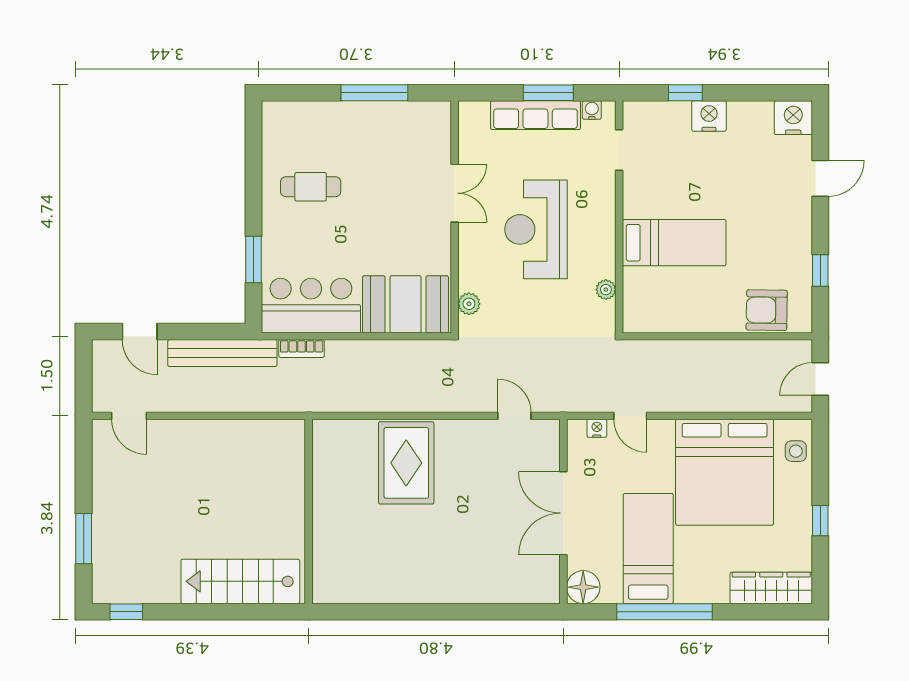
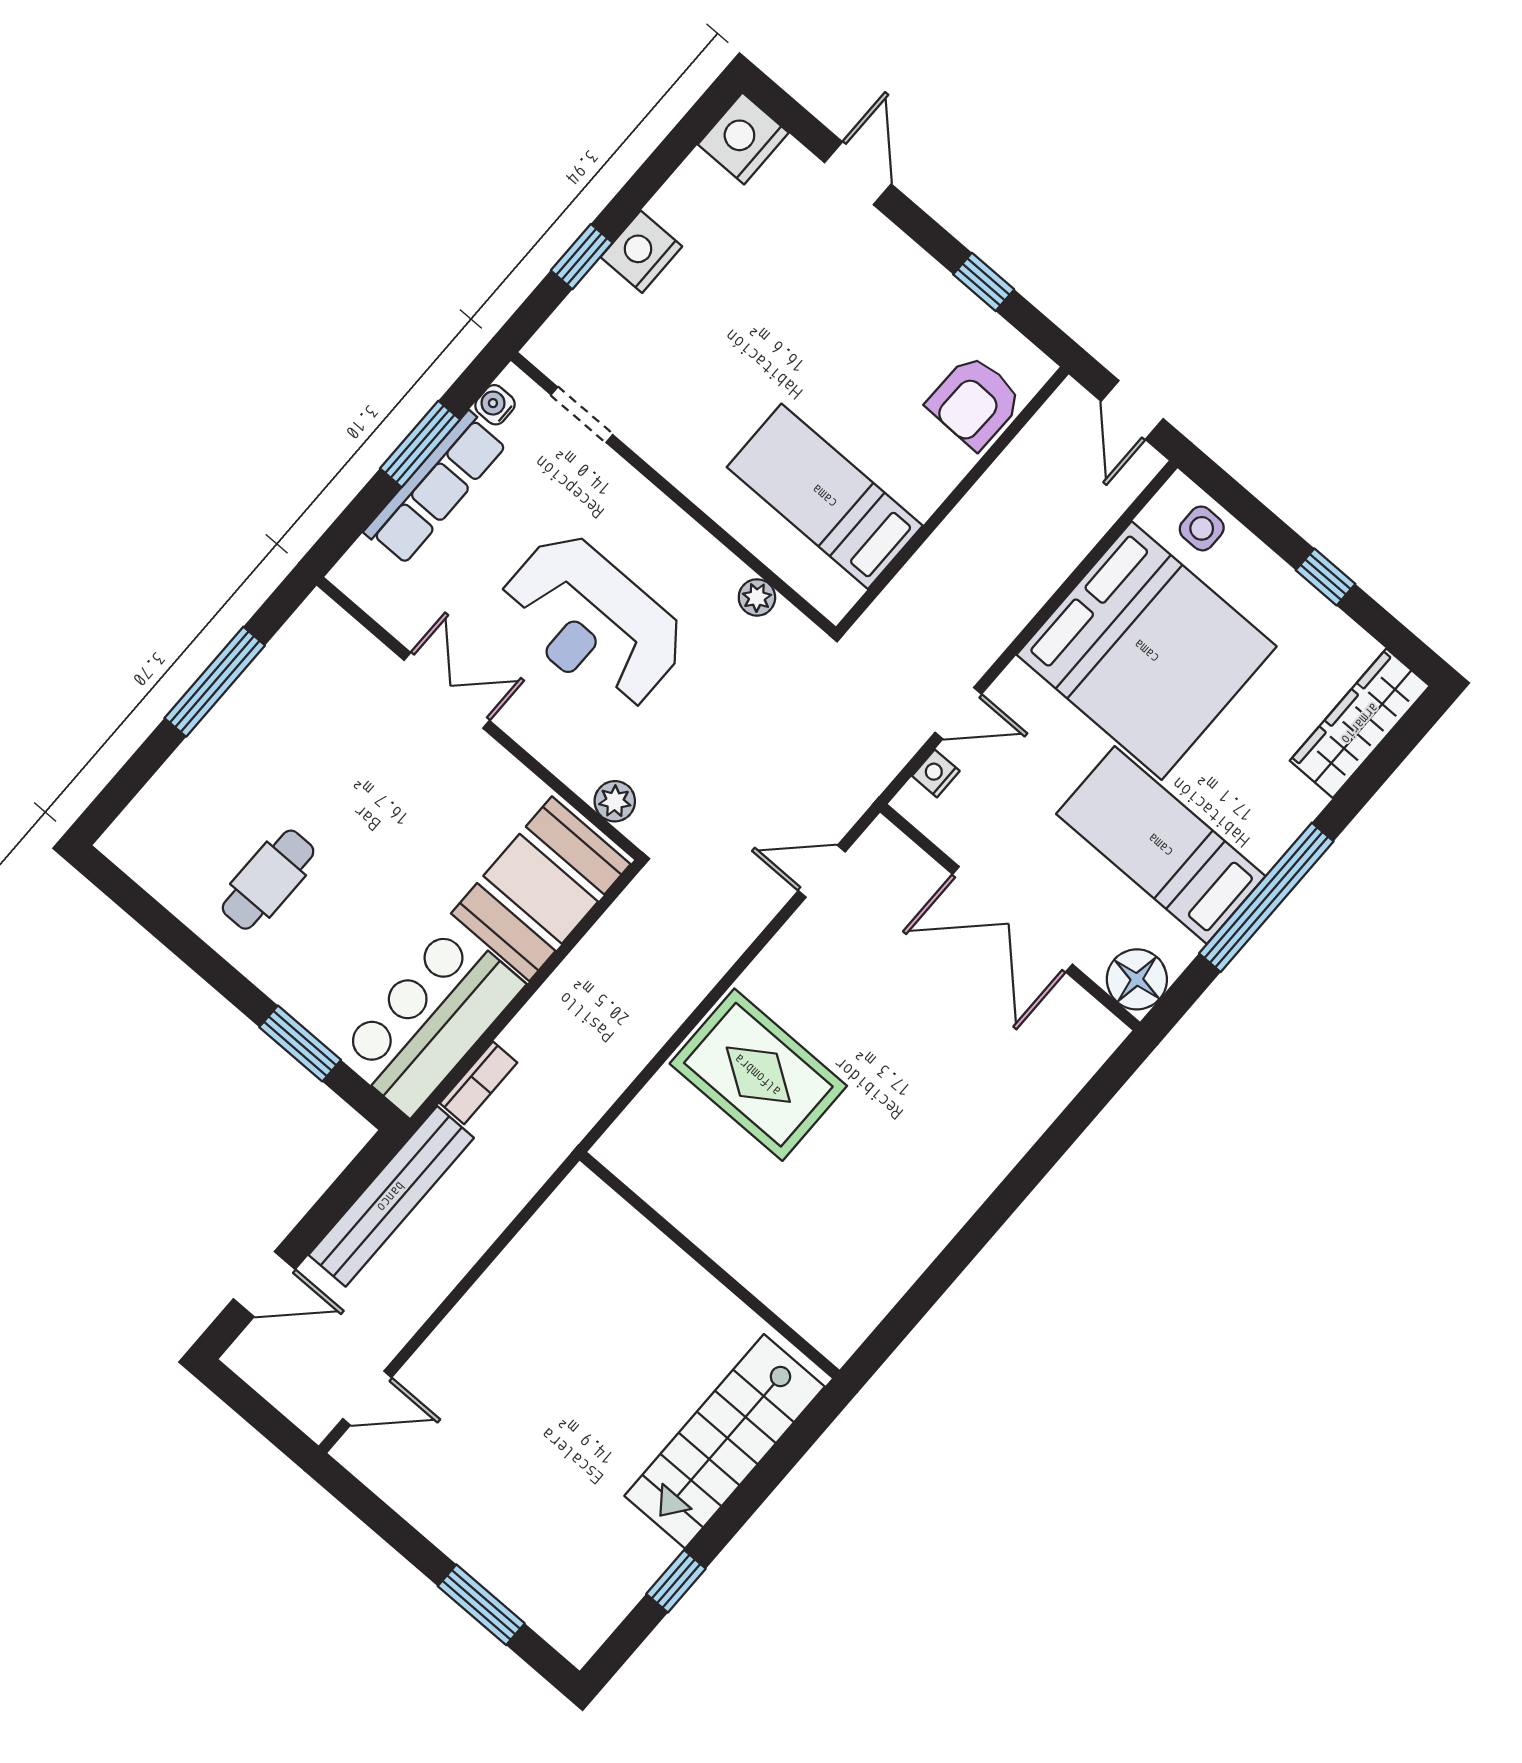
bed: (674, 243) -> (825, 496), moved, turned -90
window: (126, 612) -> (676, 1581), moved

